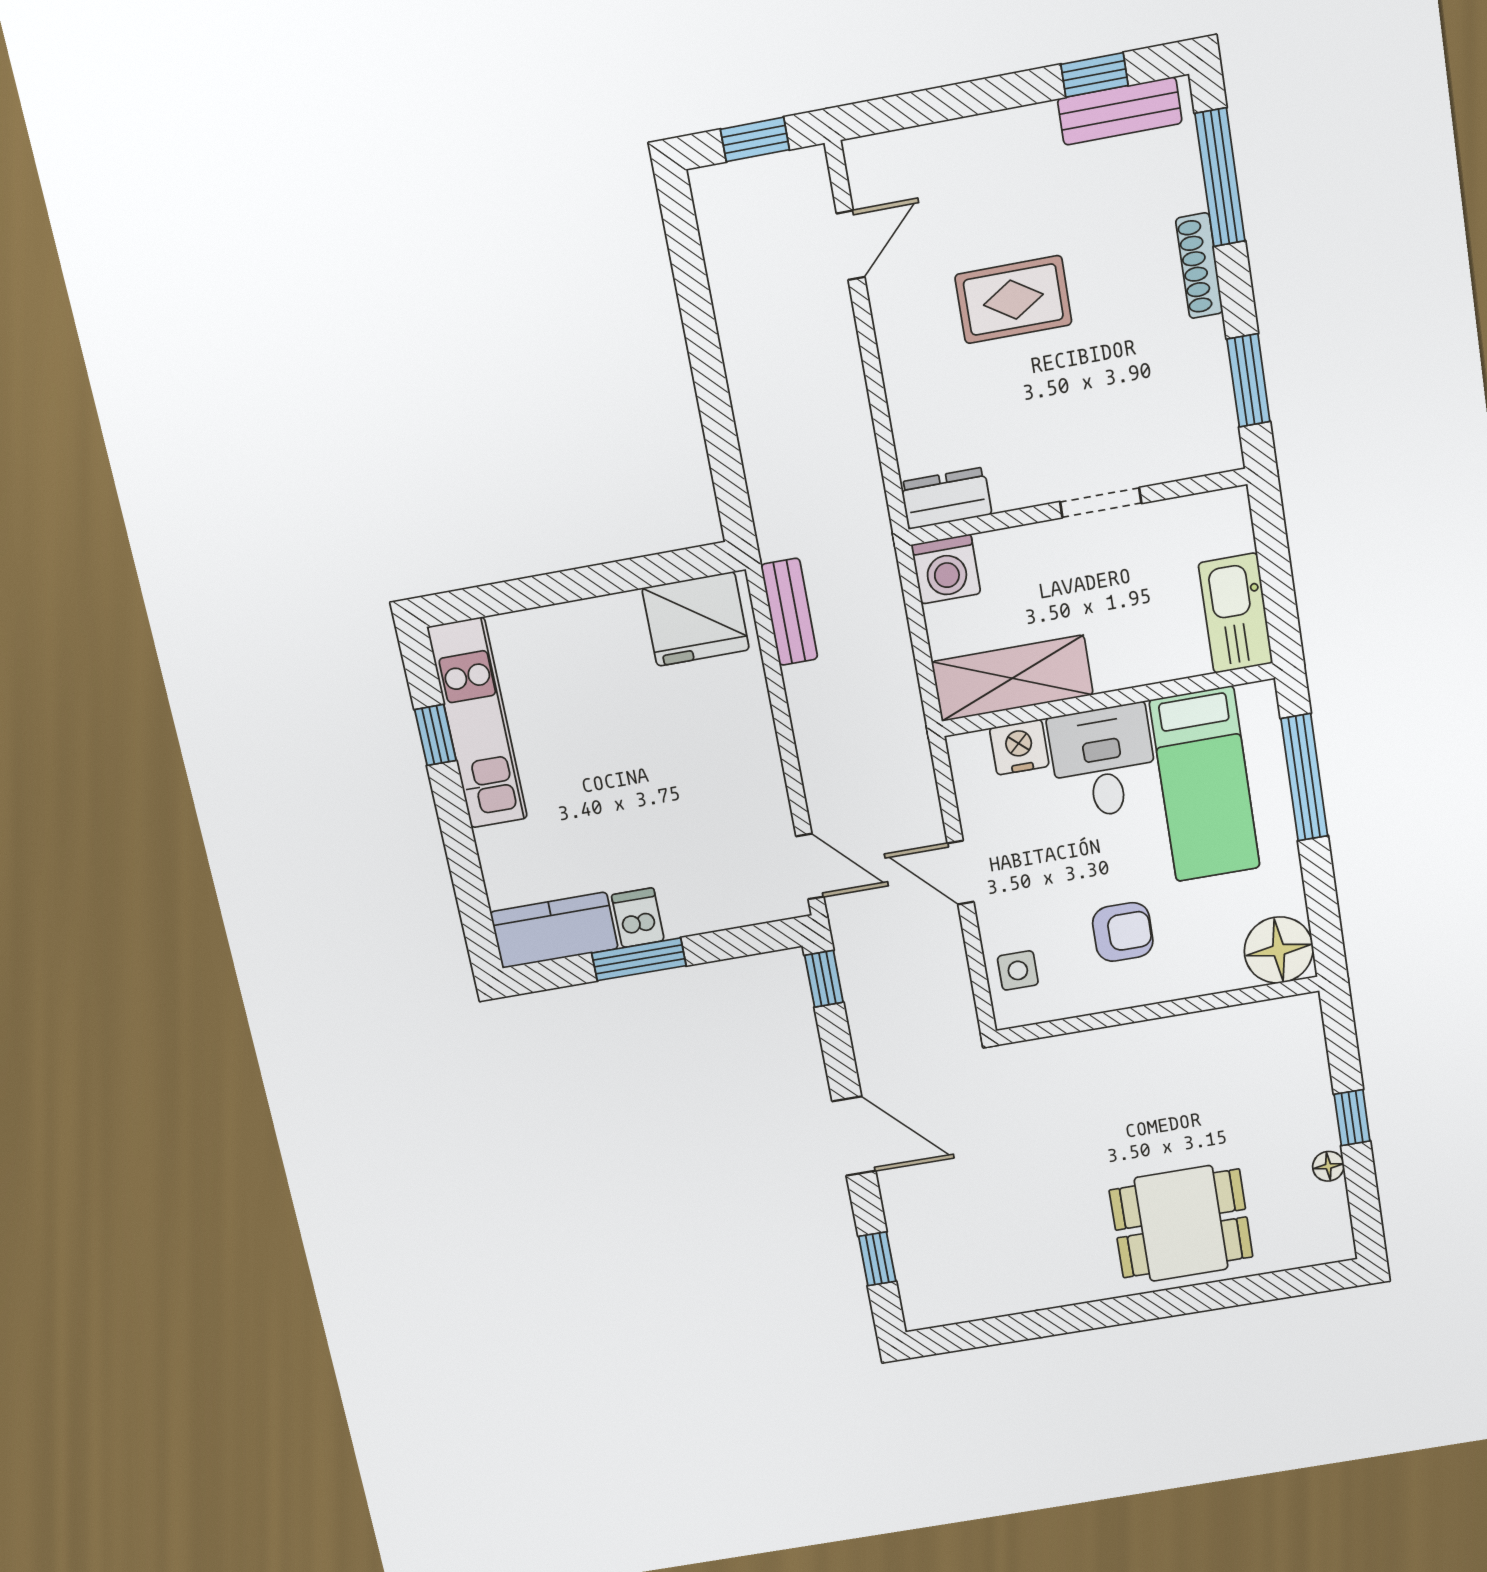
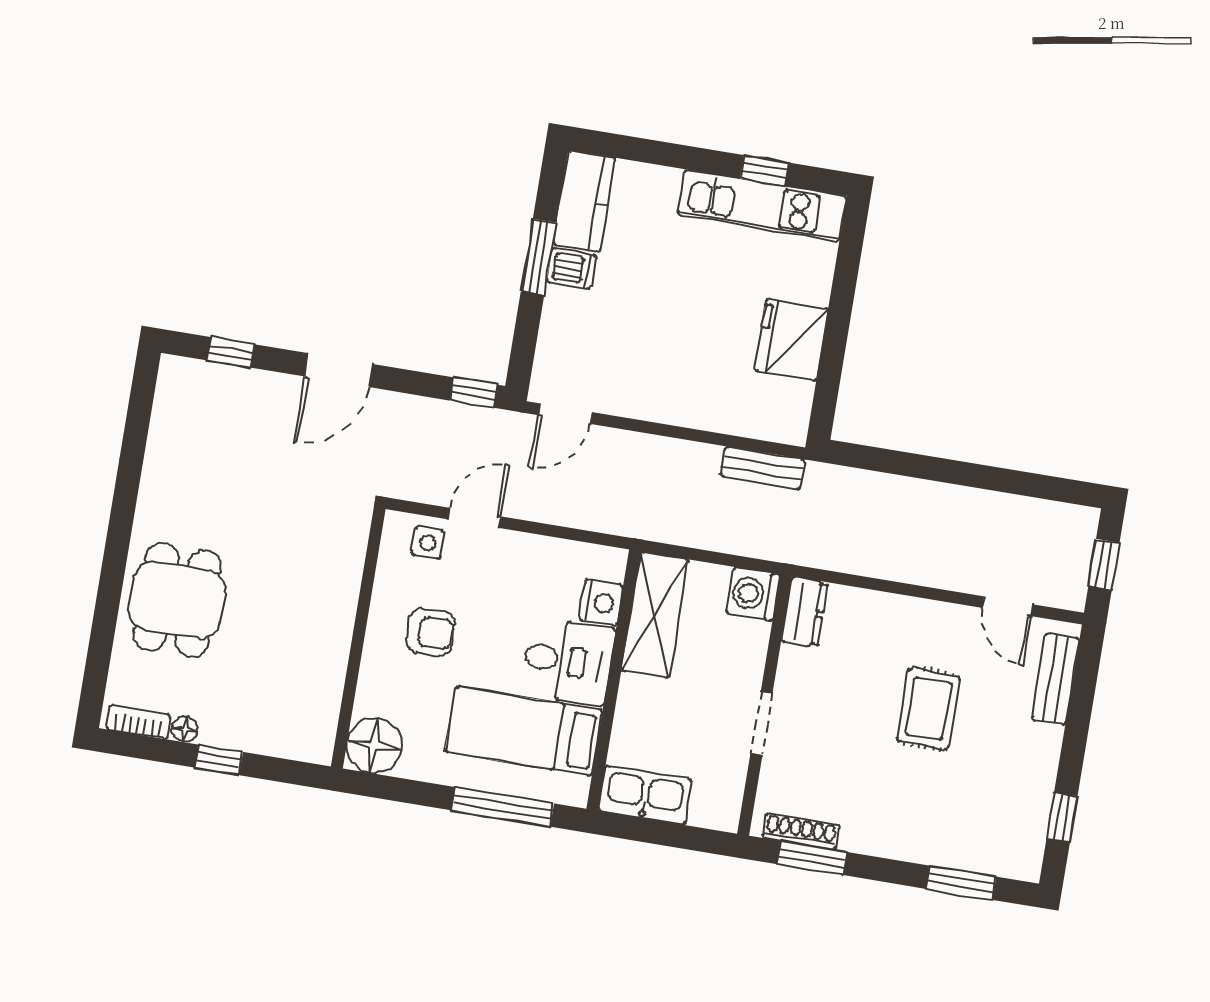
bench: (1120, 111) -> (1056, 679), moved
window: (1220, 177) -> (961, 883), width x0.69
shoe rack: (1199, 266) -> (801, 831), moved
fridge: (696, 619) -> (791, 340), moved
door: (961, 873) -> (474, 518), moved
armchair: (1123, 932) -> (430, 632), turned -90
bookcase: (1336, 1219) -> (138, 722), added

